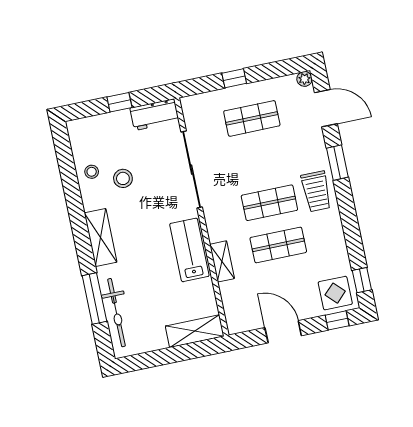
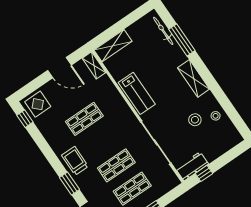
window: (119, 102) -> (204, 173), moved
shop shelf: (269, 203) -> (116, 165), moved
shelving: (222, 261) -> (94, 65), moved
bicycle: (117, 313) -> (163, 31), width x0.73, depth x0.71
window: (337, 320) -> (30, 88), removed

